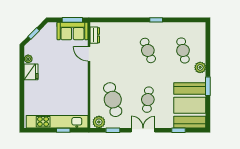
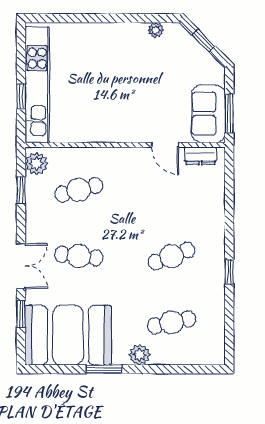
door: (89, 54) -> (165, 145), swing flipped
fridge: (31, 72) -> (131, 35), removed
cafe table: (113, 100) -> (79, 190), width x0.73, depth x0.74
double door: (143, 130) -> (21, 266), moved

